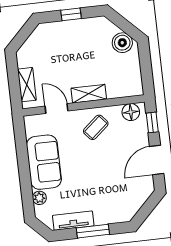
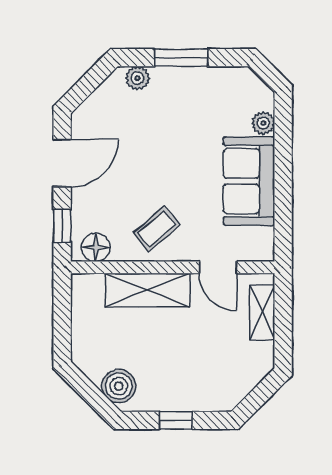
boiler: (122, 43) -> (119, 386), moved
shelving: (89, 94) -> (147, 290), width x1.50, depth x1.33
plant: (118, 216) -> (137, 78), added
tv unit: (73, 221) -> (212, 79), removed

